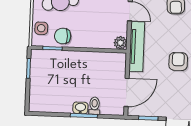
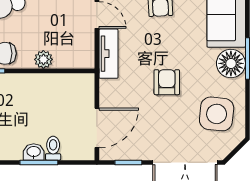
plant: (120, 43) -> (43, 59), moved
tv unit: (137, 47) -> (109, 54), width x0.71

